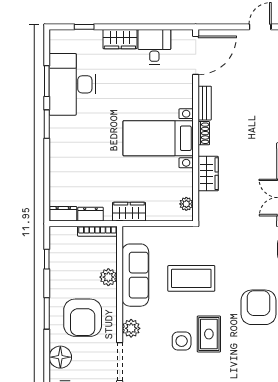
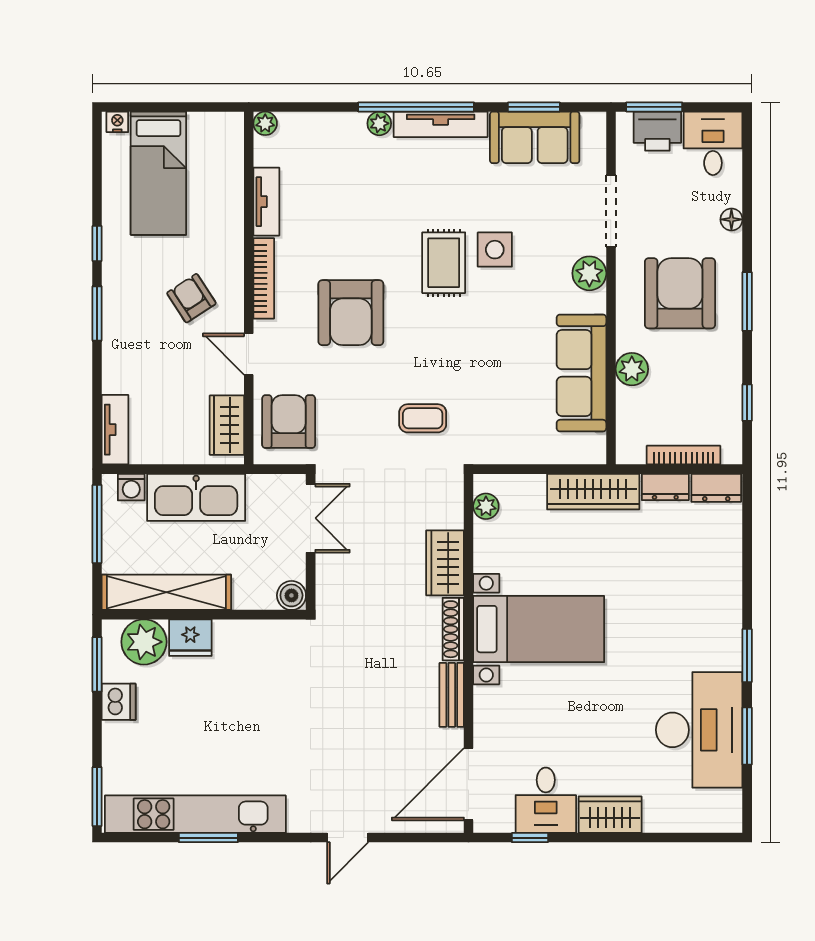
window: (84, 27) -> (530, 838), moved
shoe rack: (204, 133) -> (453, 629), width x1.43
wardrobe: (129, 212) -> (593, 492), width x1.50
bookcase: (97, 231) -> (684, 455), moved
coffee table: (191, 278) -> (423, 418), moved, width x0.54, depth x0.58
floor lamp: (60, 357) -> (731, 219), width x0.53, depth x0.53

